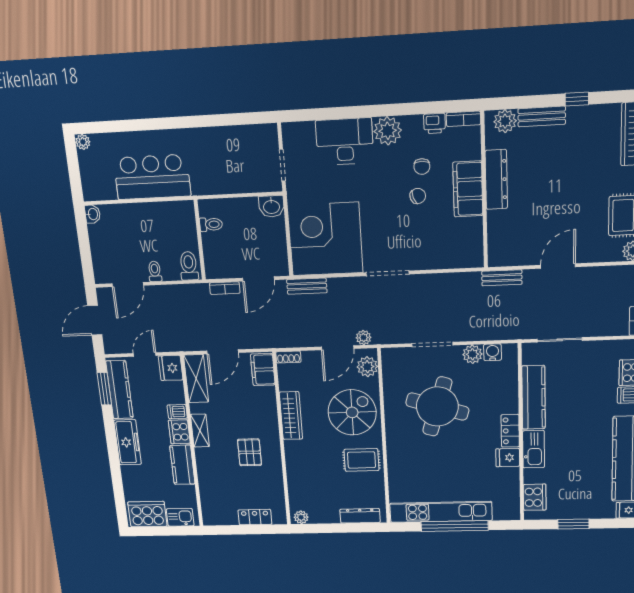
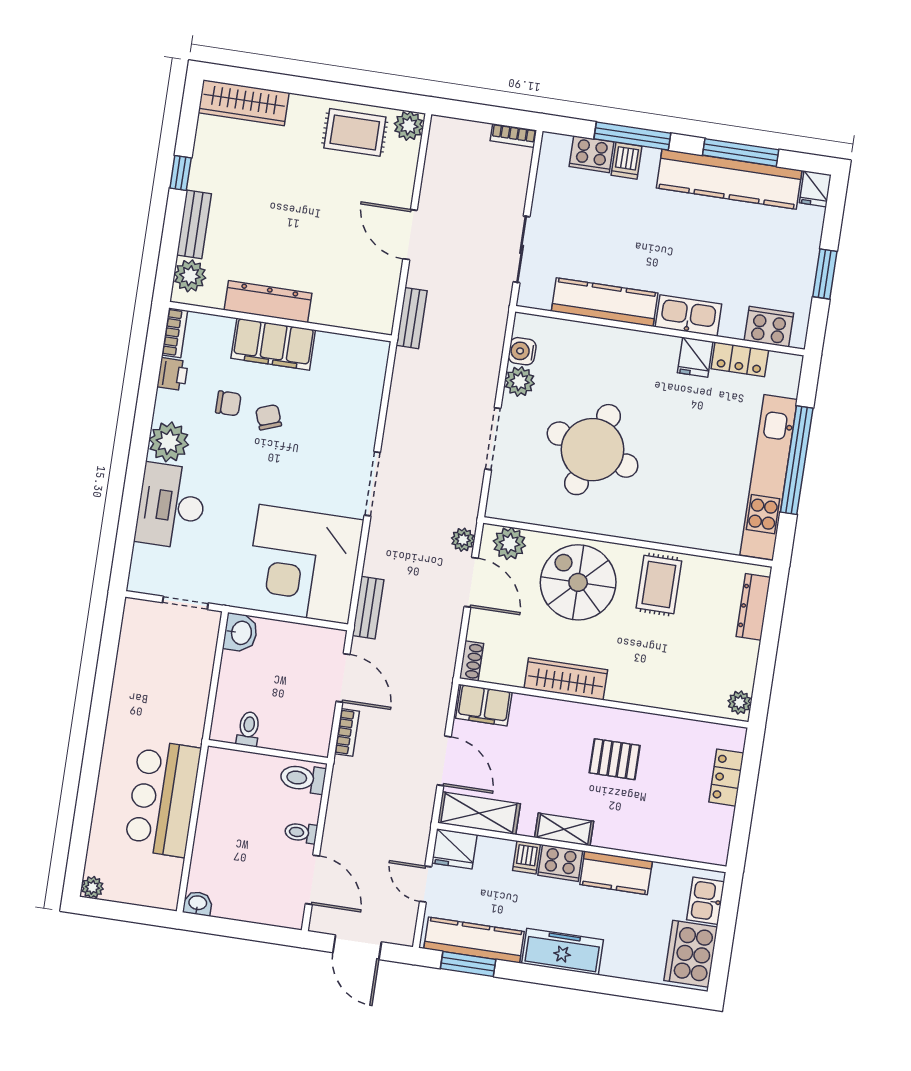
locker: (510, 431) -> (740, 359), moved

